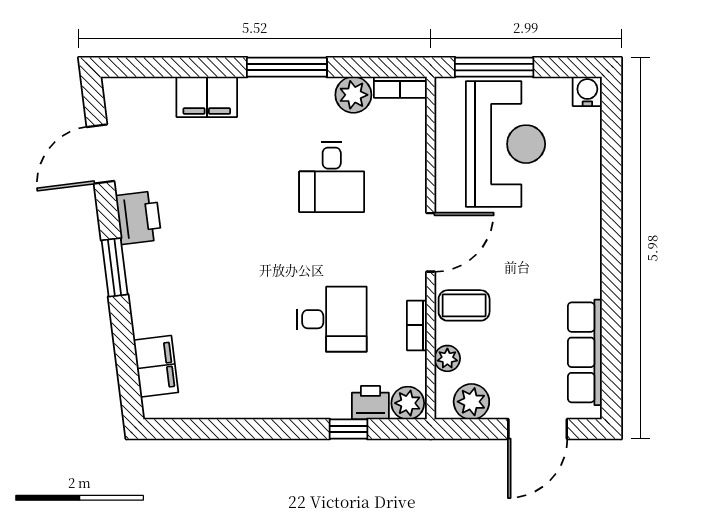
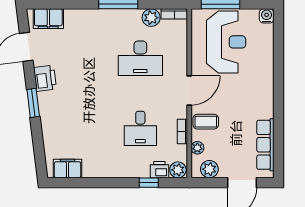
filing cabinet: (207, 97) -> (48, 19), moved
desk: (332, 177) -> (140, 58), width x1.37
desk: (332, 319) -> (140, 128), turned 90
filing cabinet: (156, 366) -> (68, 168), moved, turned -83

